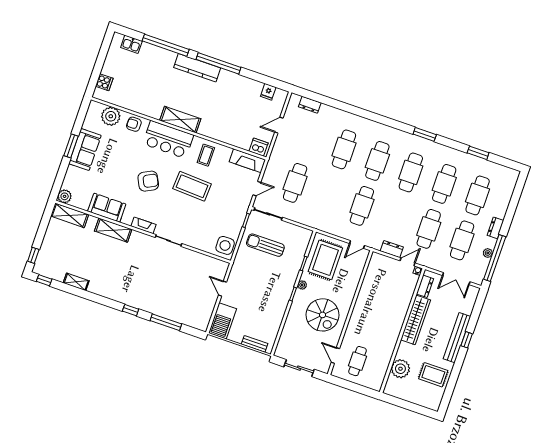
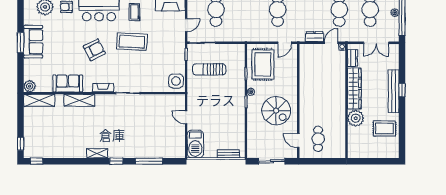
shelving: (76, 282) -> (97, 153), moved
plant: (400, 369) -> (356, 118), moved

